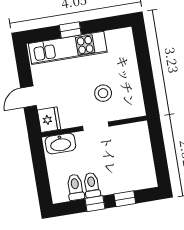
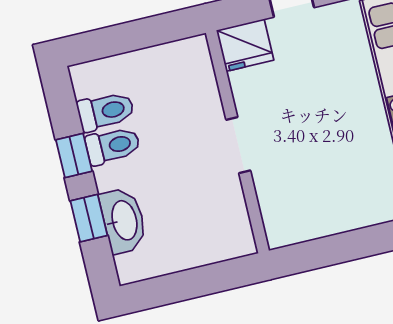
stool: (103, 93) -> (310, 156), removed
washbasin: (60, 144) -> (123, 221), moved, turned 180

